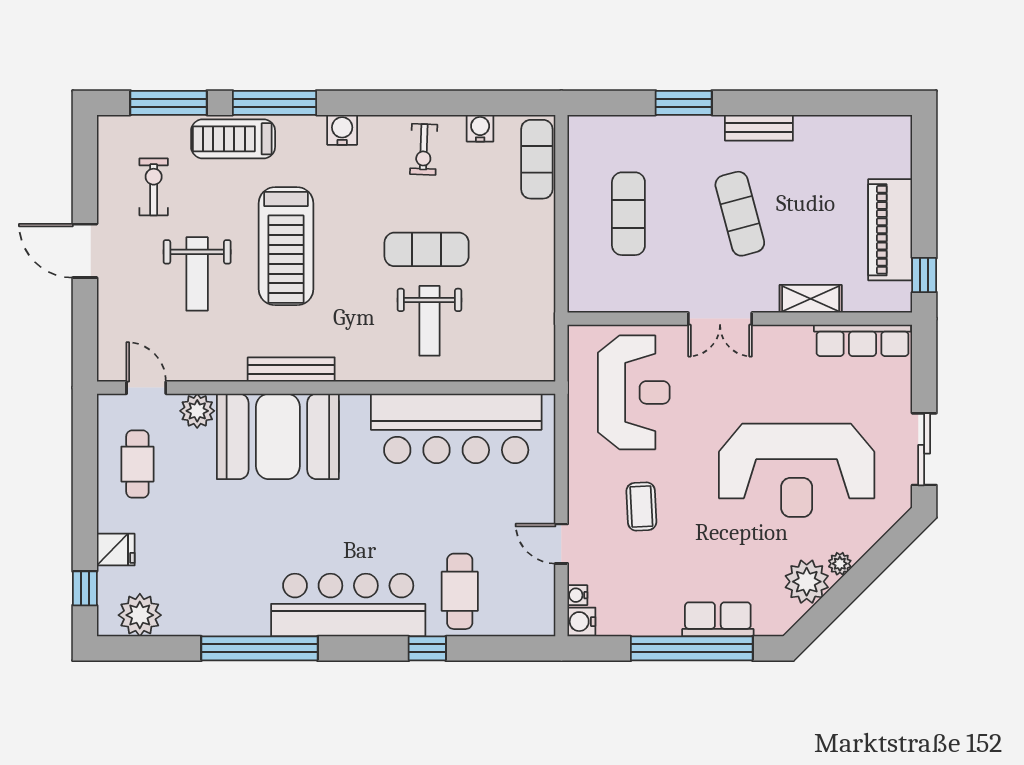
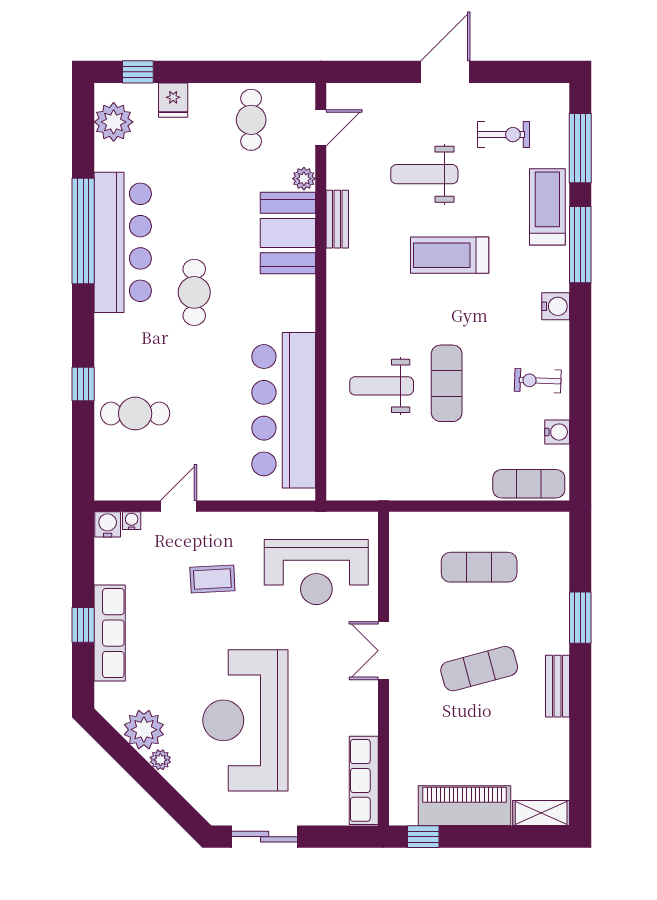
treadmill: (286, 246) -> (450, 255), width x0.73, depth x0.73
shelving: (811, 299) -> (541, 813), moved, turned 90
bench: (291, 369) -> (337, 219), moved, width x0.73
plant: (197, 411) -> (304, 179), width x0.73, depth x0.73
booth: (278, 436) -> (288, 233), width x0.73, depth x0.70
cafe table: (137, 464) -> (251, 120), turned 90
cafe table: (327, 526) -> (194, 292), added
bar counter: (348, 605) -> (123, 242), moved
row of seats: (718, 619) -> (110, 633), width x1.48
window: (692, 648) -> (83, 625), width x0.32

